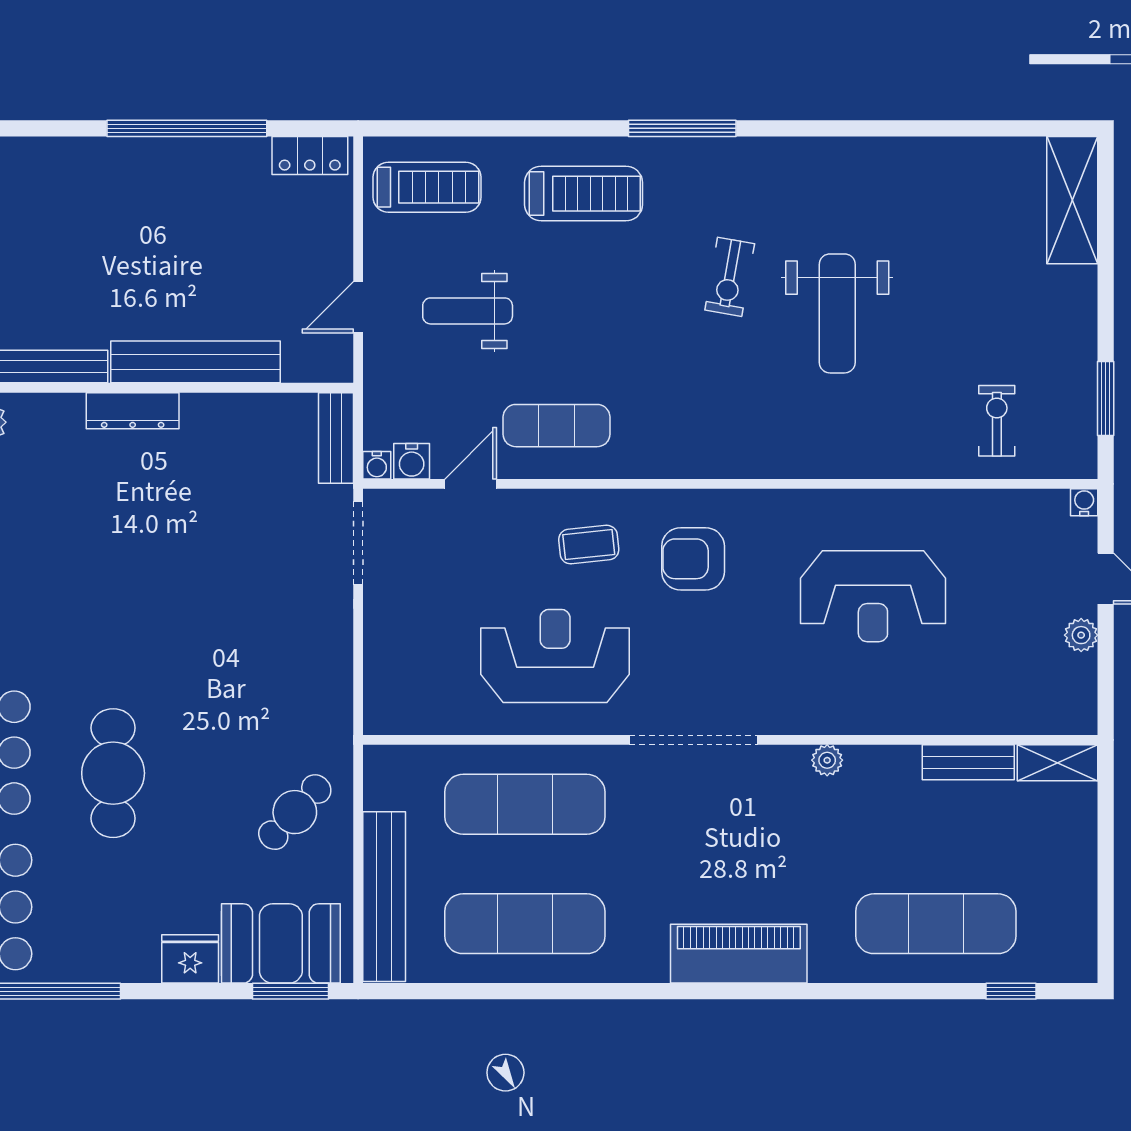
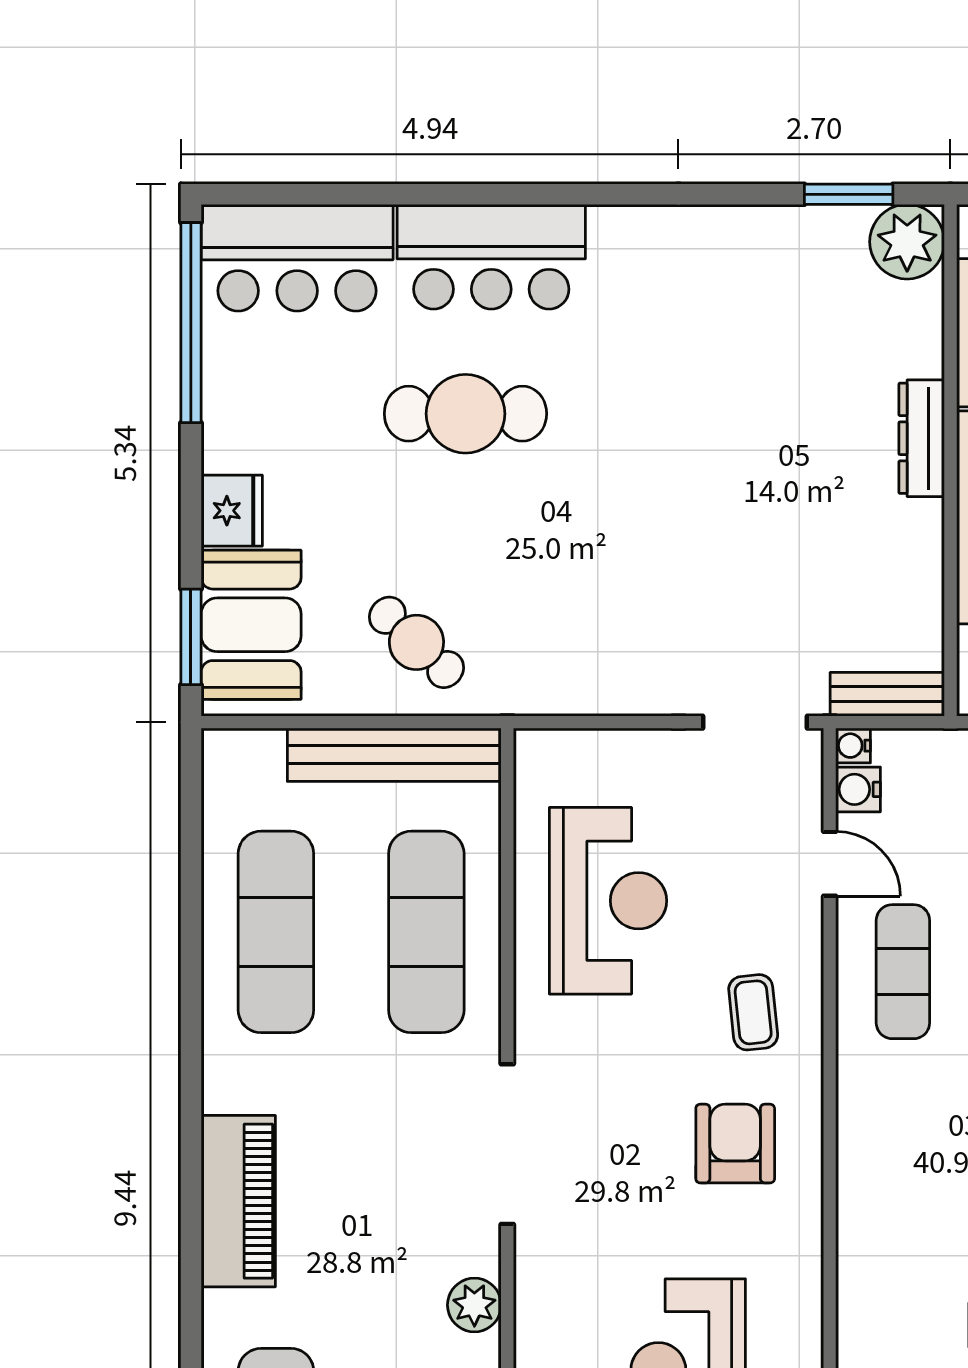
reception desk: (555, 656) -> (608, 901), moved
plant: (827, 760) -> (474, 1305), width x1.38, depth x1.38
bench: (384, 897) -> (394, 755), moved

